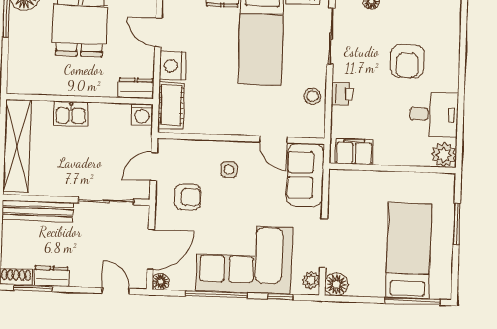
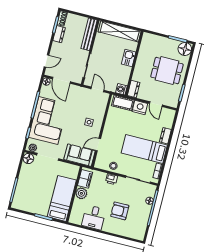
door: (158, 32) -> (156, 104), swing flipped
plant: (444, 155) -> (81, 193), moved
armchair: (187, 197) -> (81, 101), removed
bed: (409, 251) -> (62, 198), moved, turned -90

